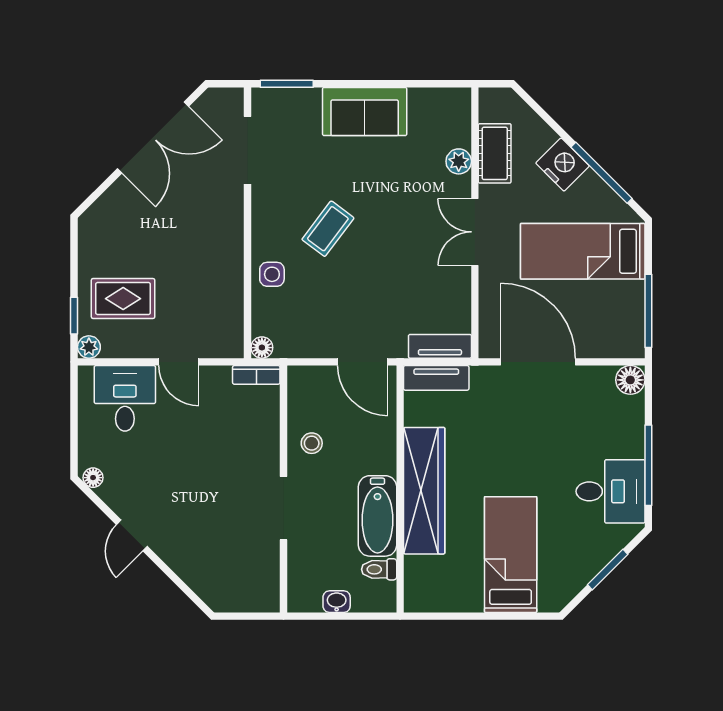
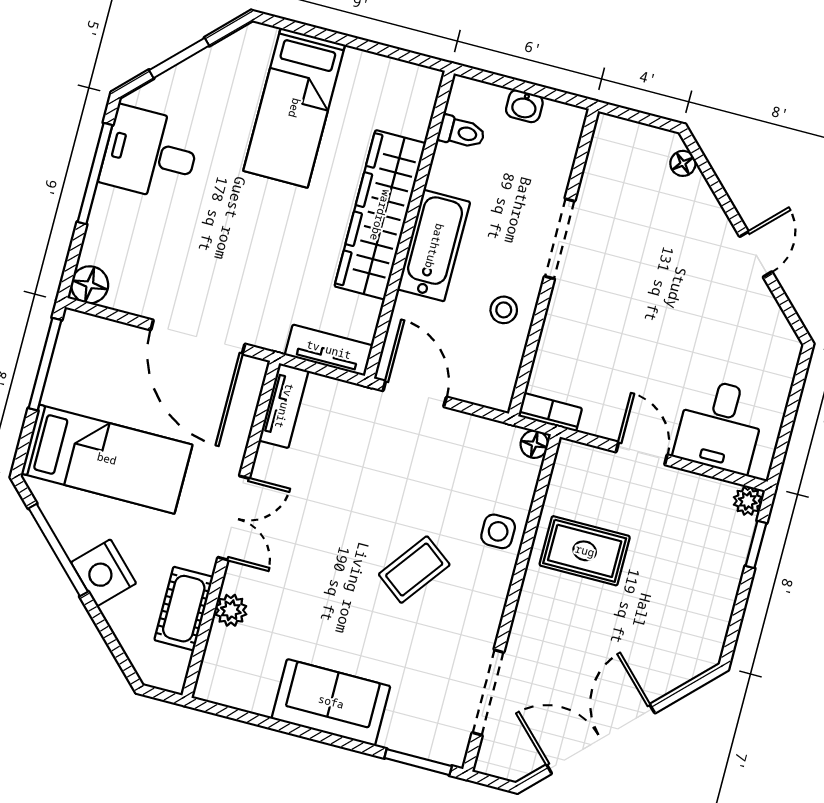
rug: (123, 299) -> (585, 551), moved
tv unit: (440, 346) -> (284, 406), moved, turned -90
floor lamp: (93, 478) -> (683, 163), moved
bathtub: (377, 516) -> (434, 246), moved

